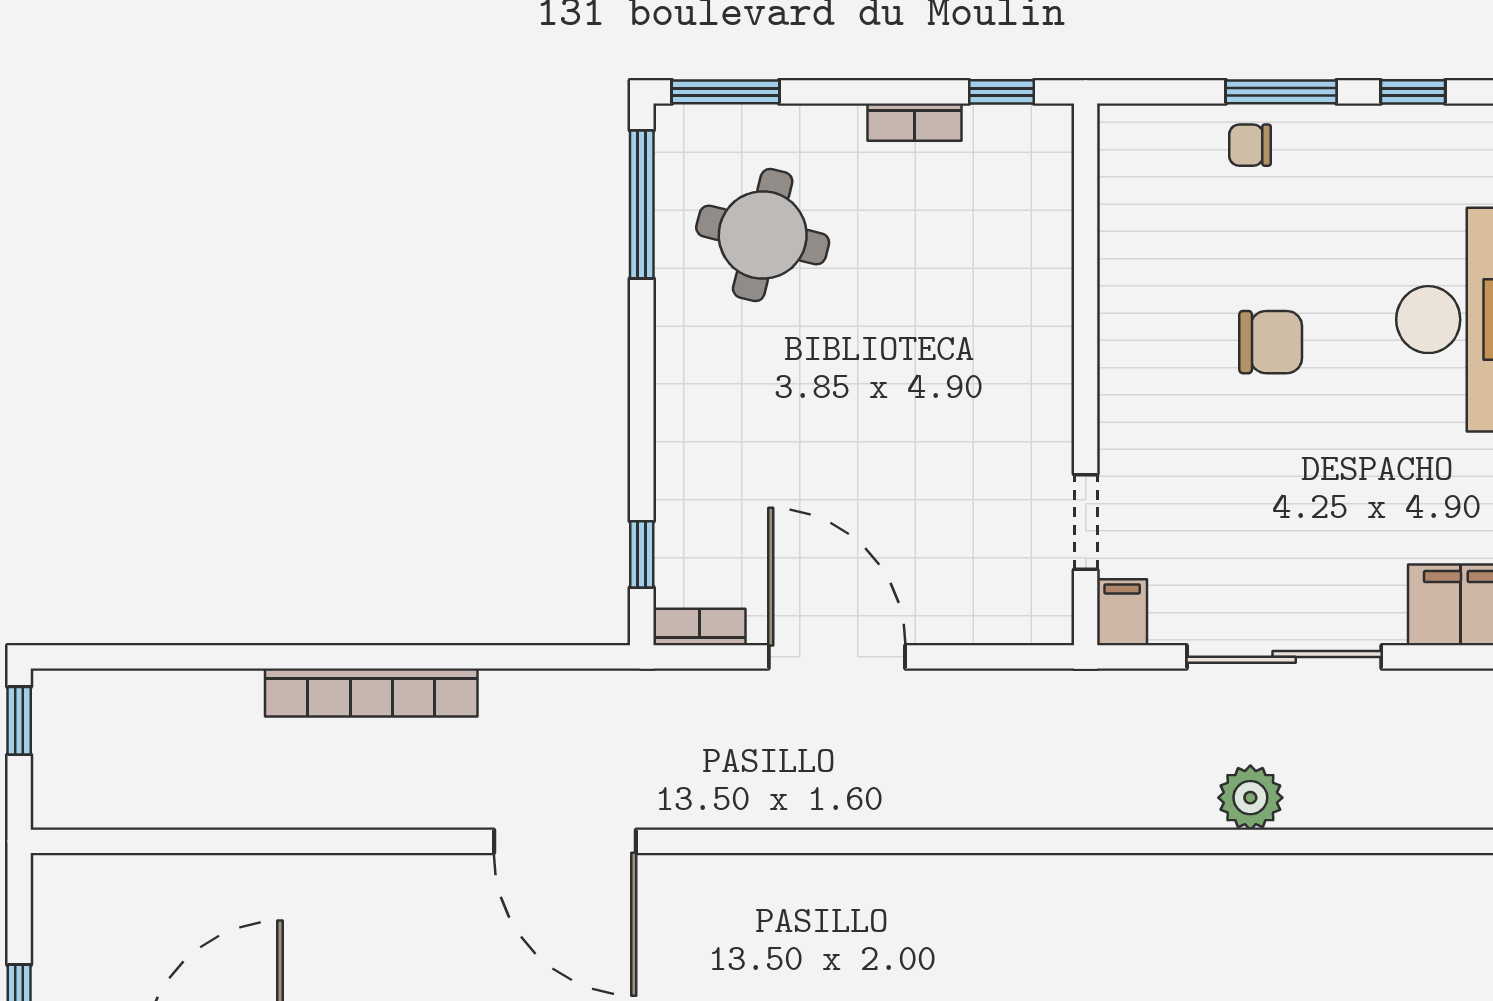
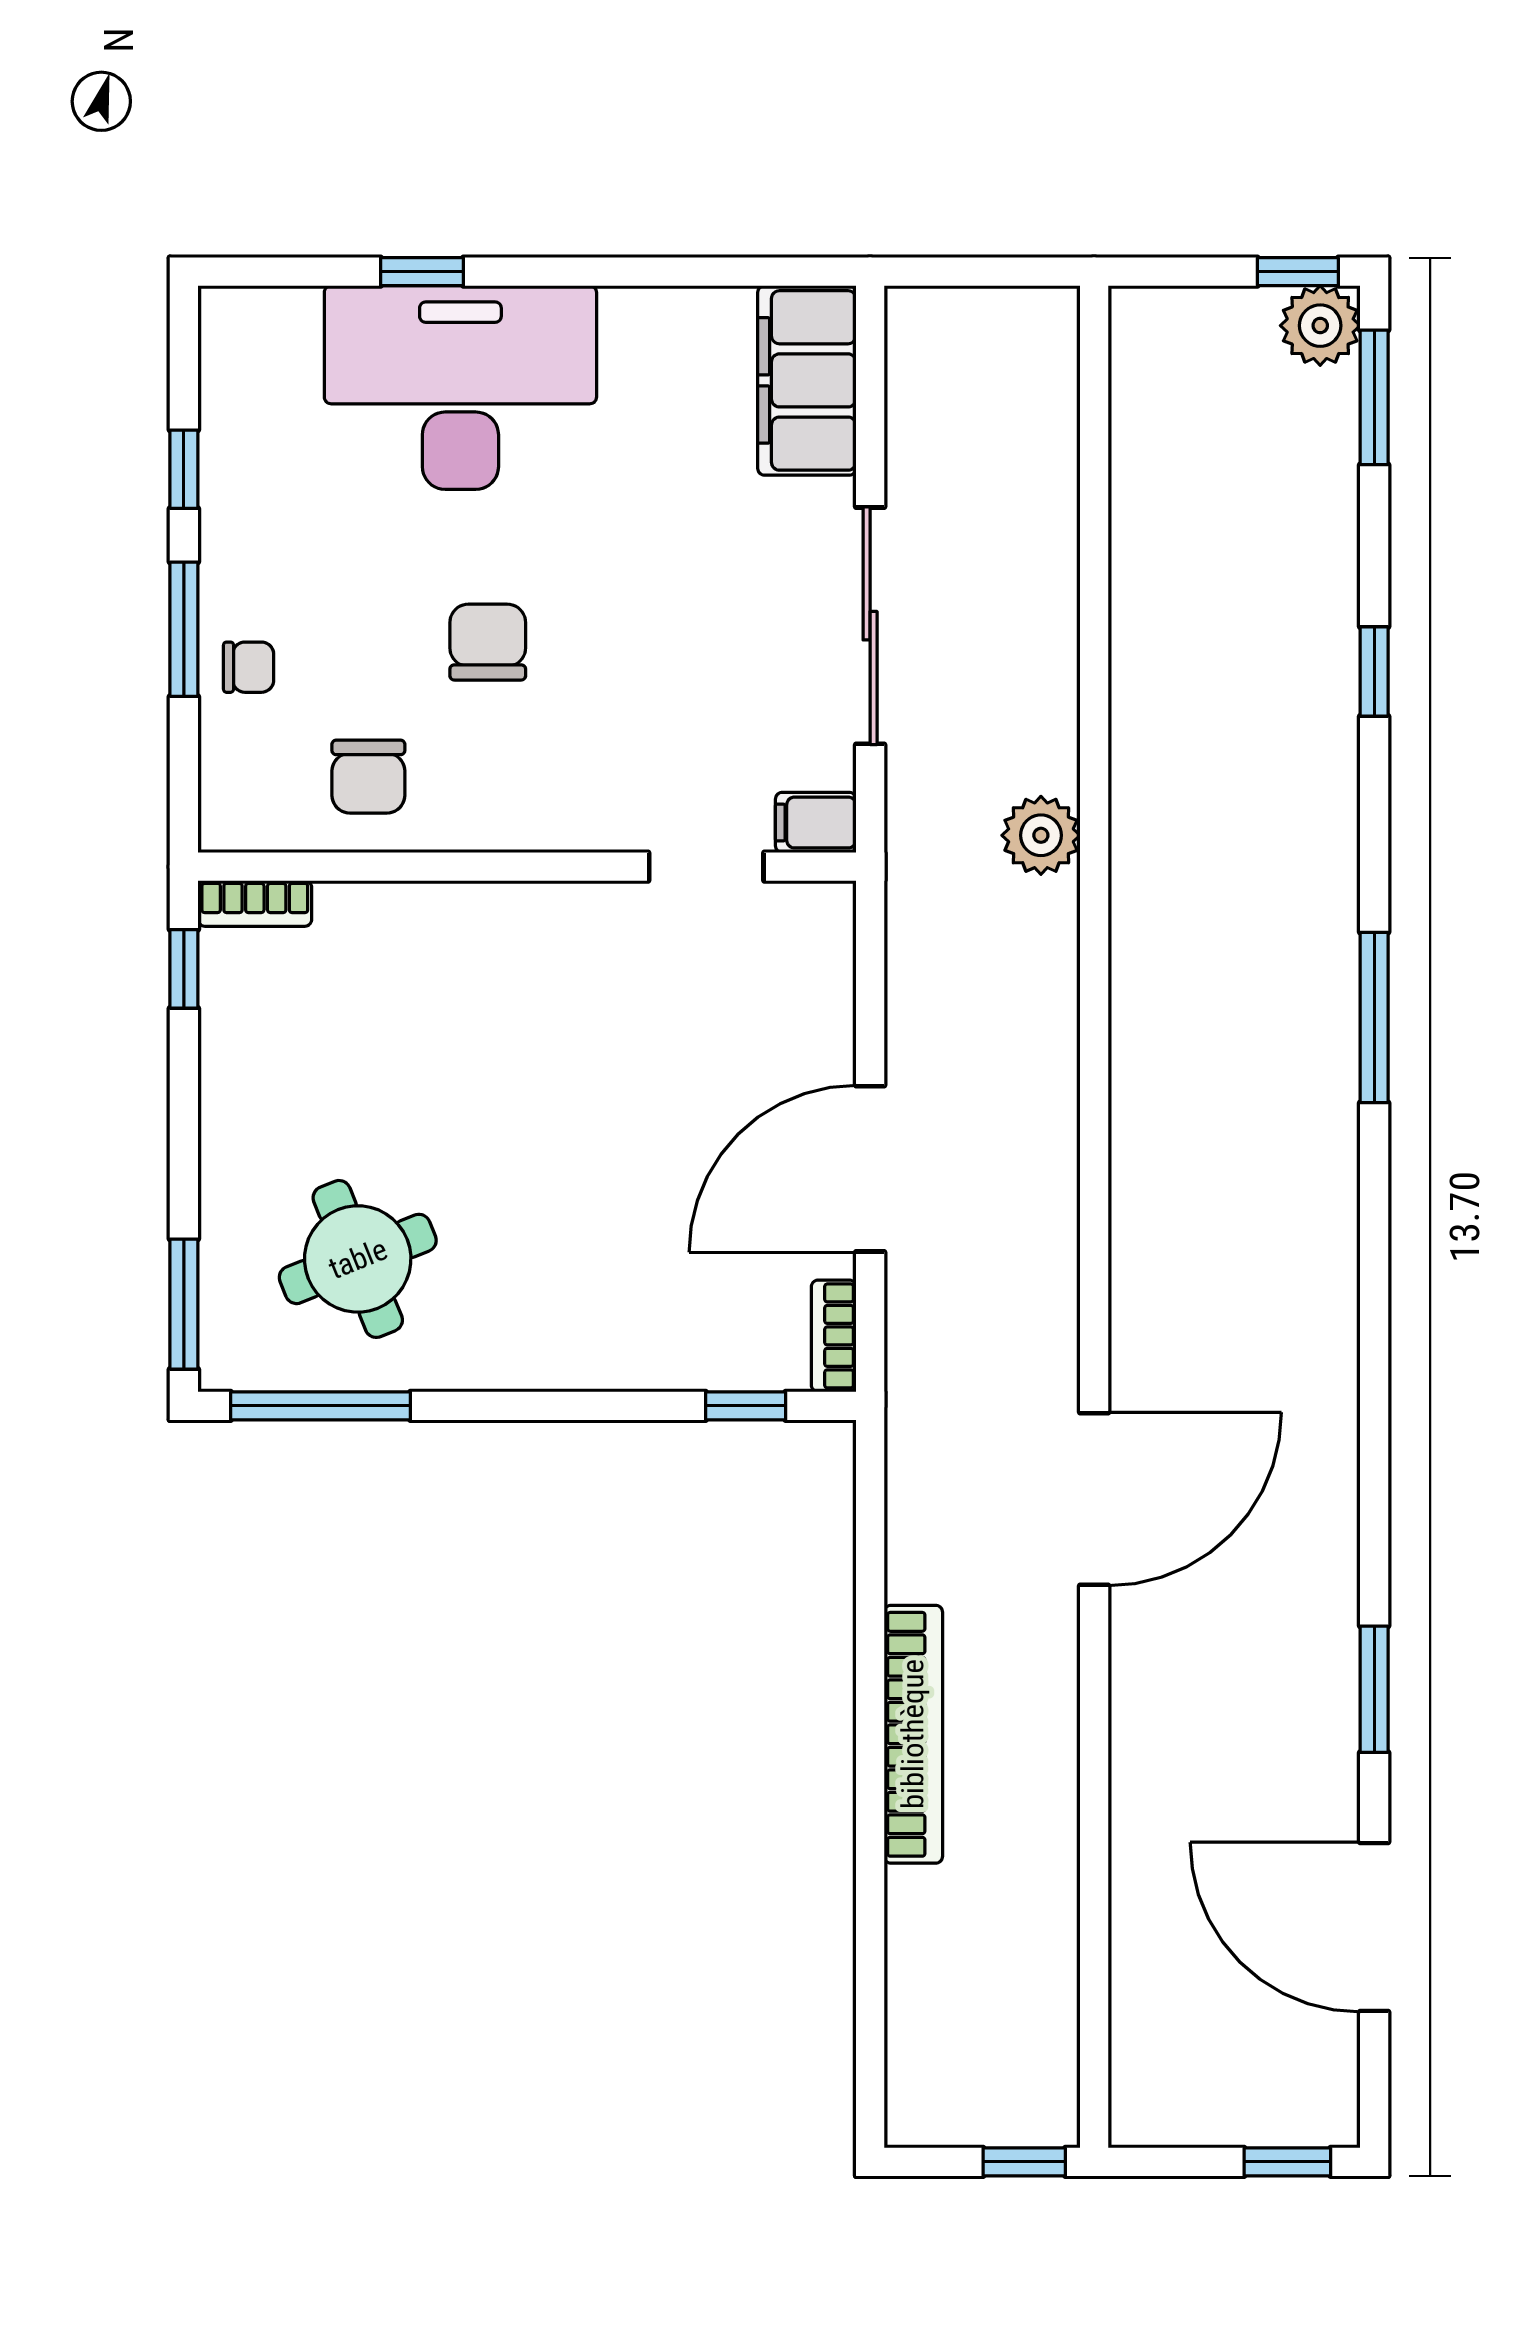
bookcase: (915, 122) -> (255, 903), moved, turned 90
chair: (1250, 145) -> (249, 667), turned -90
round table: (763, 235) -> (358, 1259), turned -36
chair: (1160, 244) -> (368, 777), added
window: (19, 721) -> (1024, 2162), moved
plant: (1250, 798) -> (1041, 835), moved

